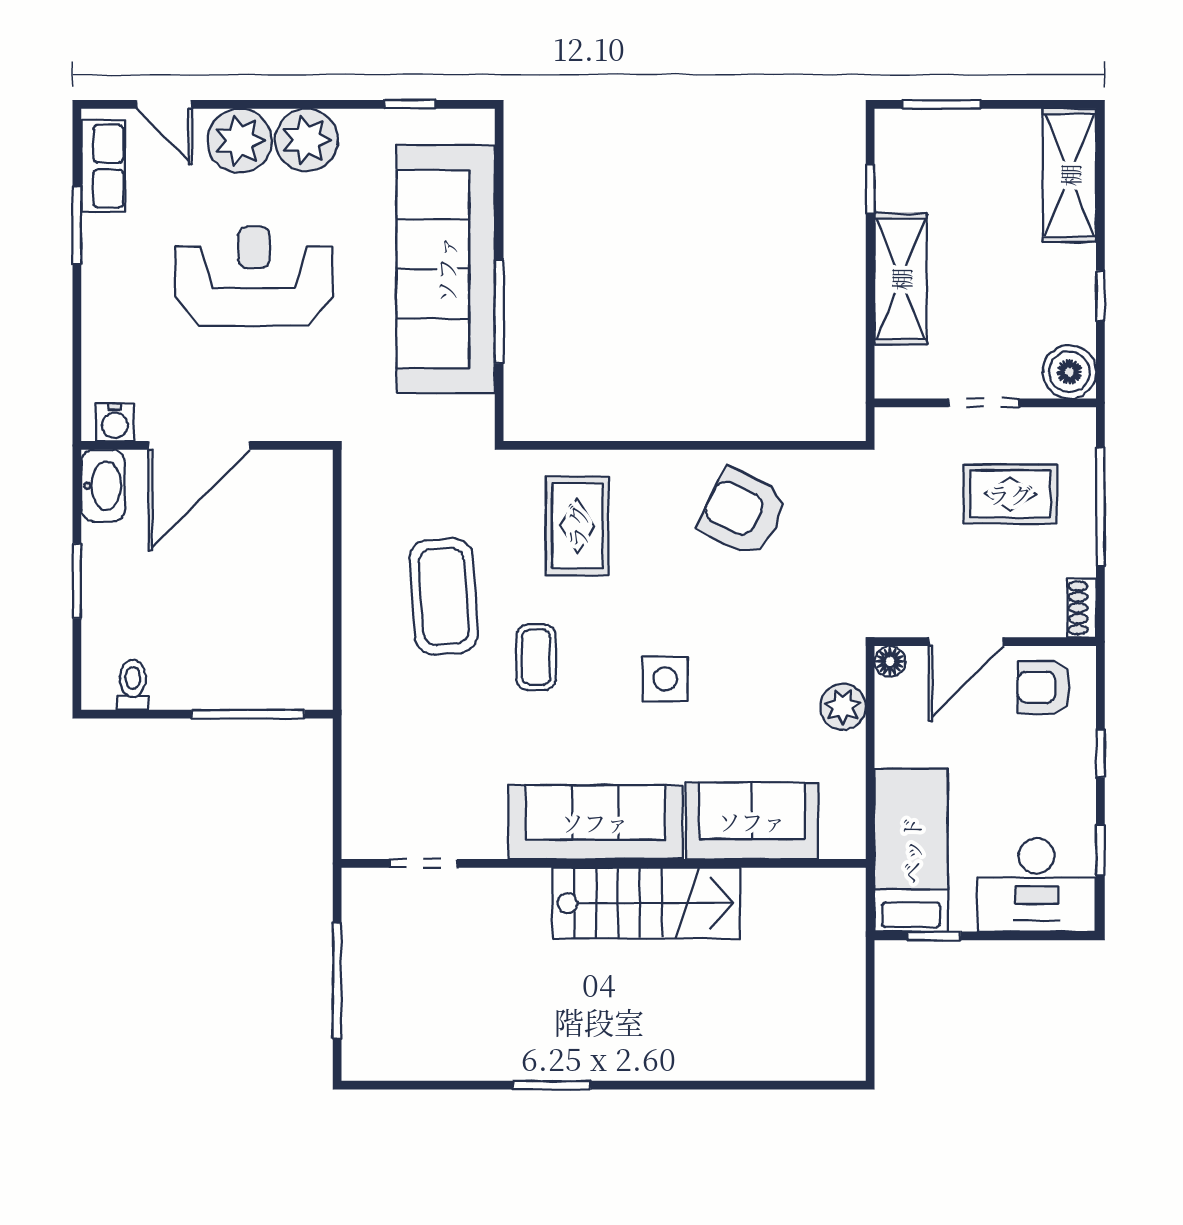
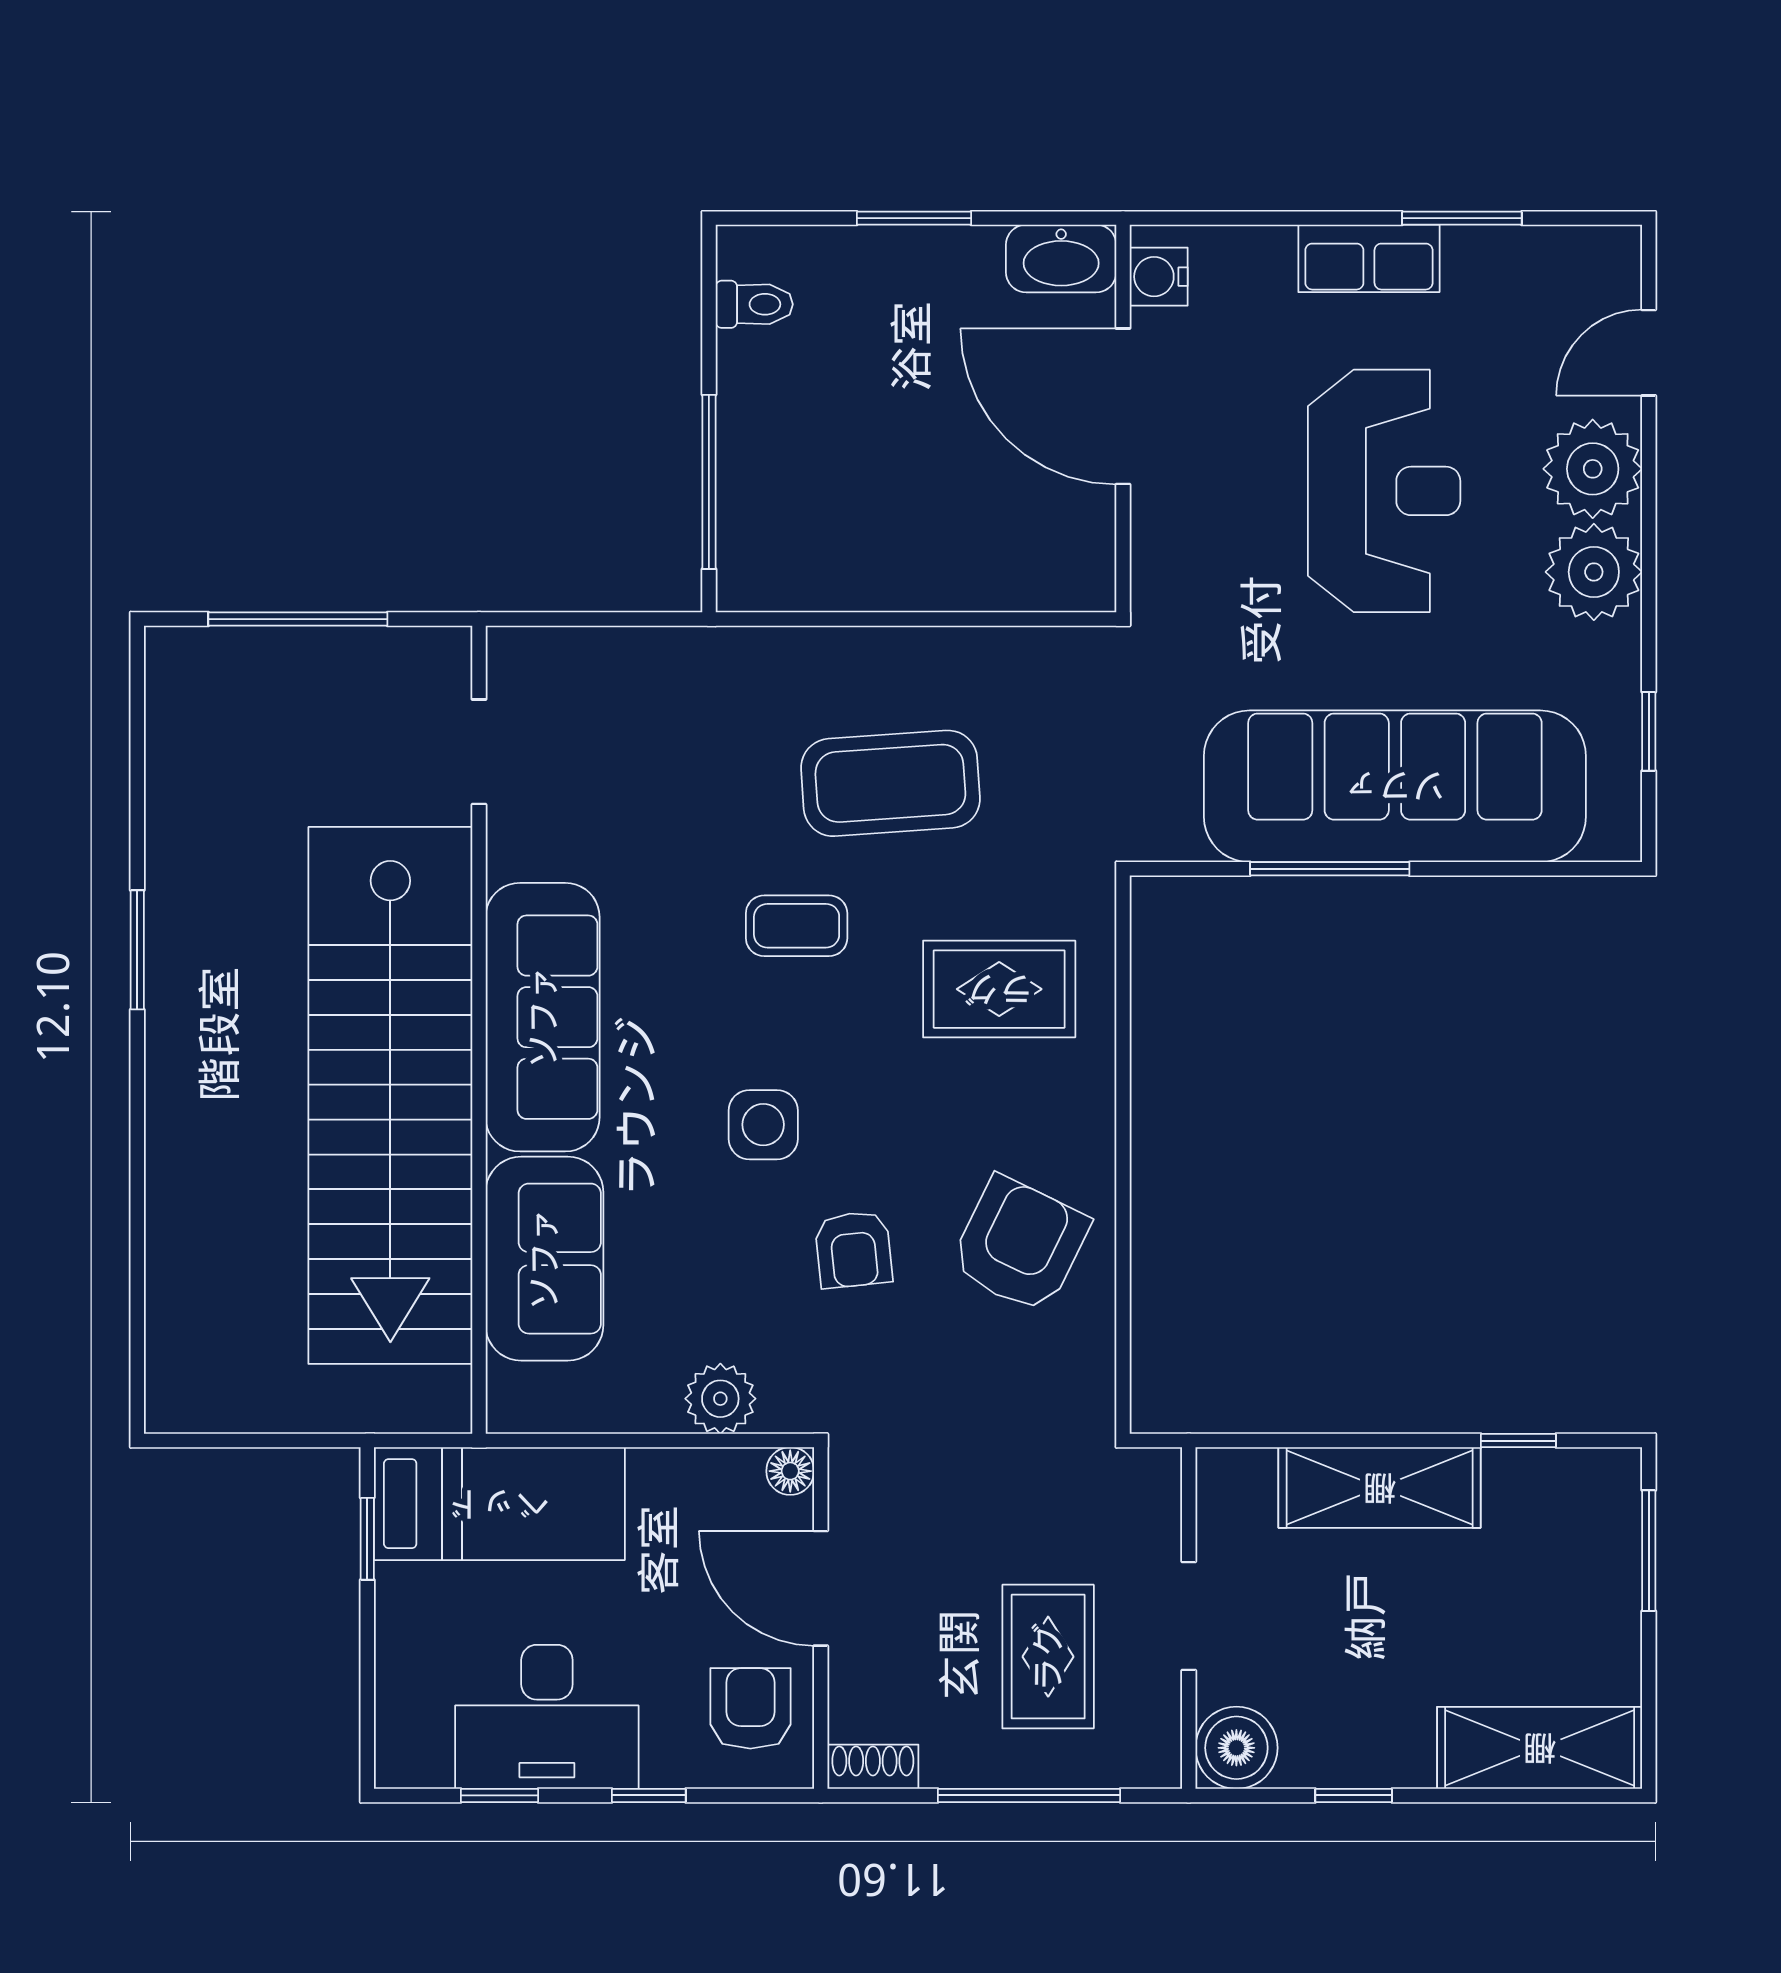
row of seats: (103, 166) -> (1369, 258), moved
armchair: (746, 620) -> (854, 1249), added
desk: (1037, 885) -> (547, 1717), moved, turned -90
stairs: (646, 903) -> (390, 1095), width x1.86, depth x1.51

